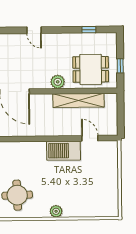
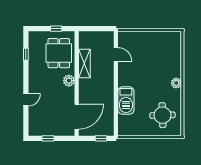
shelving: (79, 100) -> (84, 63), width x0.68
door: (90, 138) -> (116, 54), swing flipped
barbecue: (64, 151) -> (126, 101), moved

